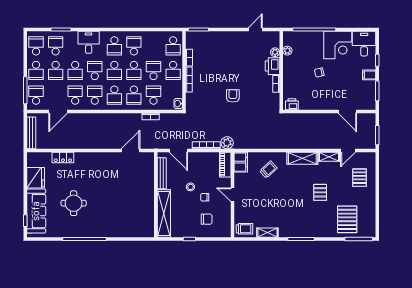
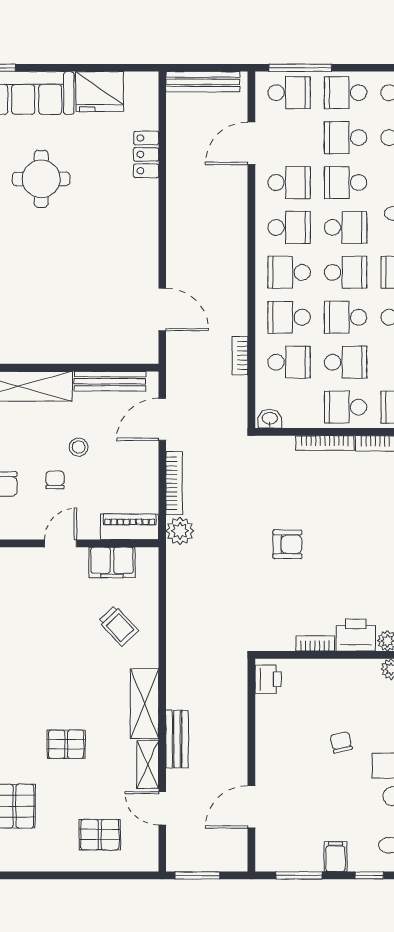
school desk: (114, 71) -> (346, 272), turned 180
door: (58, 112) -> (251, 143), hinge flipped
bench: (318, 144) -> (177, 739), added
filing cabinet: (241, 162) -> (112, 562), moved

